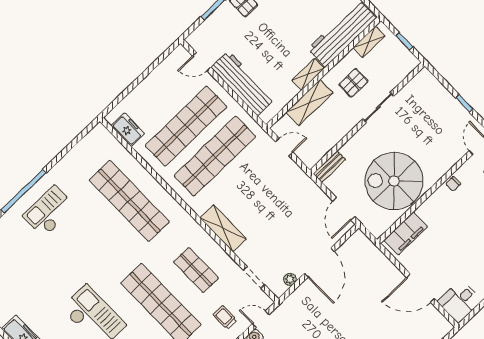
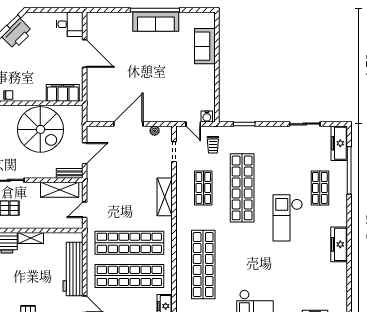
shelving: (309, 103) -> (60, 190), moved
door: (284, 147) -> (85, 210), hinge flipped
door: (344, 209) -> (85, 153), moved

